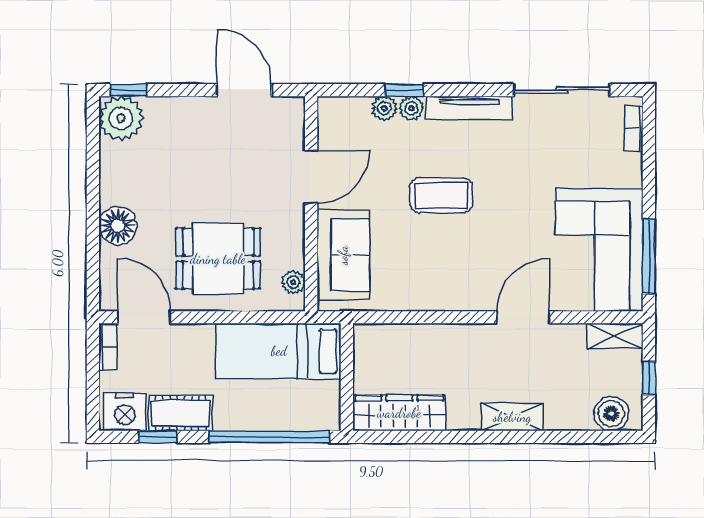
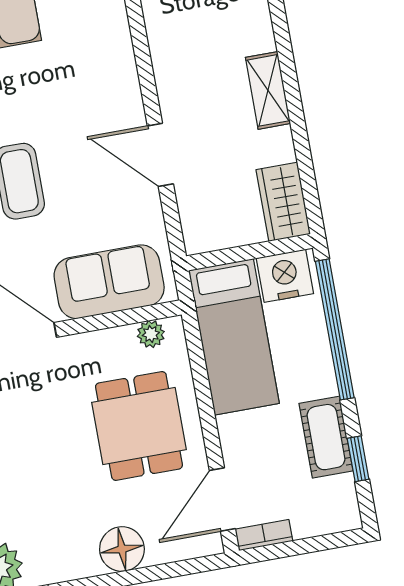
door: (523, 317) -> (160, 155), moved
nightstand: (125, 412) -> (285, 276), moved, turned -90
wardrobe: (399, 413) -> (283, 202), width x0.67
shelving: (512, 417) -> (268, 90), moved

